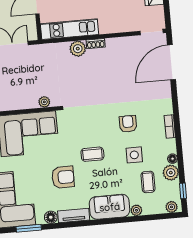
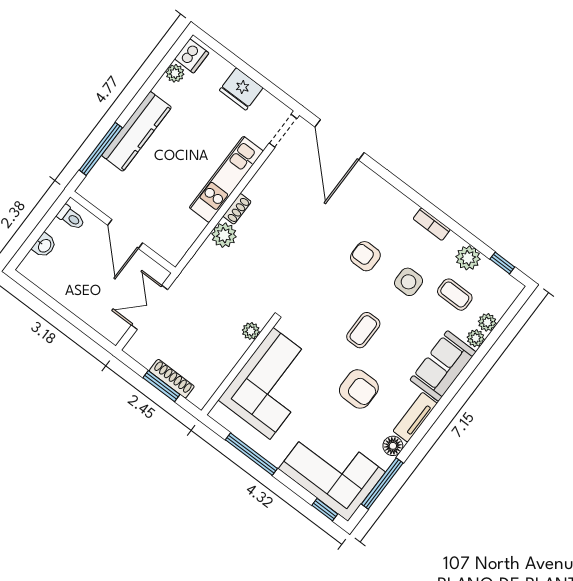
kitchen unit: (70, 29) -> (226, 179), moved
bookcase: (170, 126) -> (432, 224), moved
floor lamp: (173, 159) -> (454, 241), removed
armchair: (63, 177) -> (359, 389), turned 90
plant: (172, 207) -> (487, 322), moved
window: (29, 228) -> (382, 483), width x1.44

